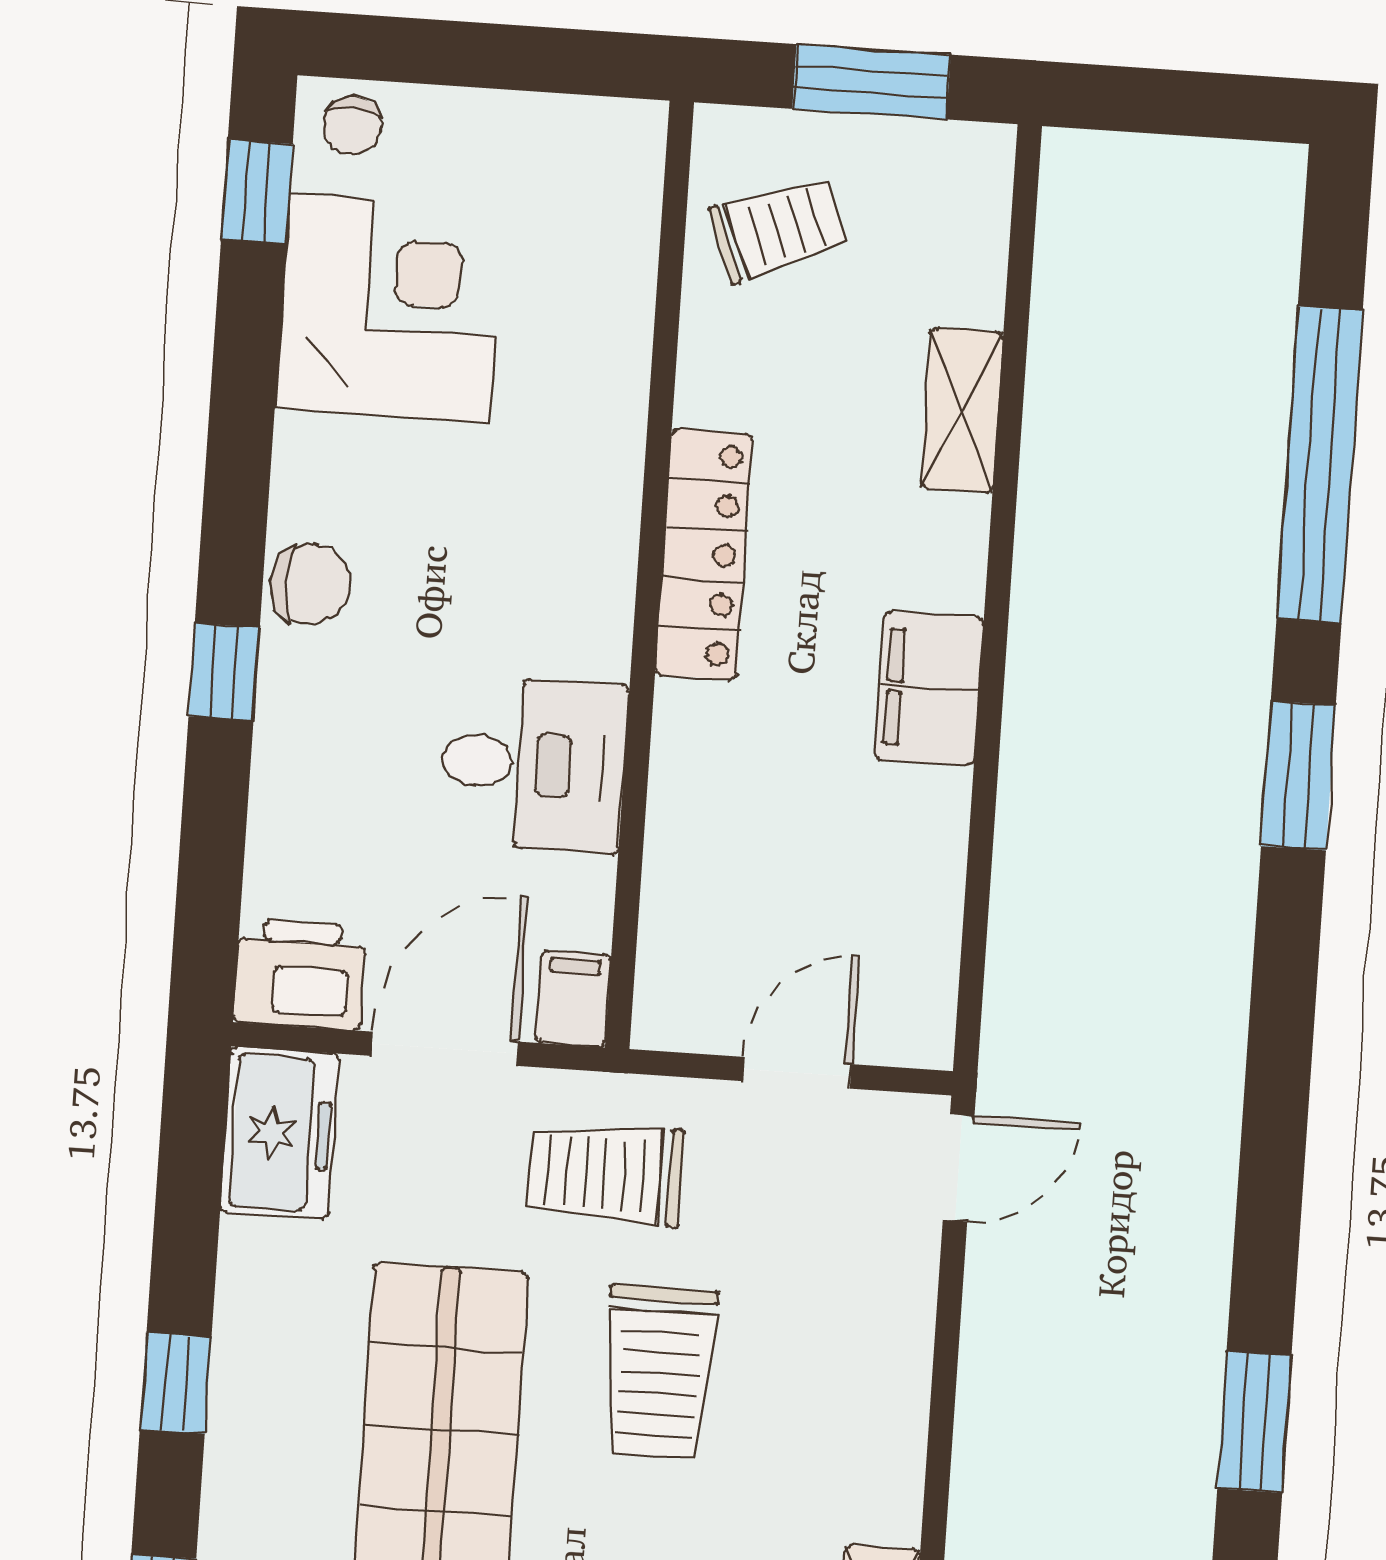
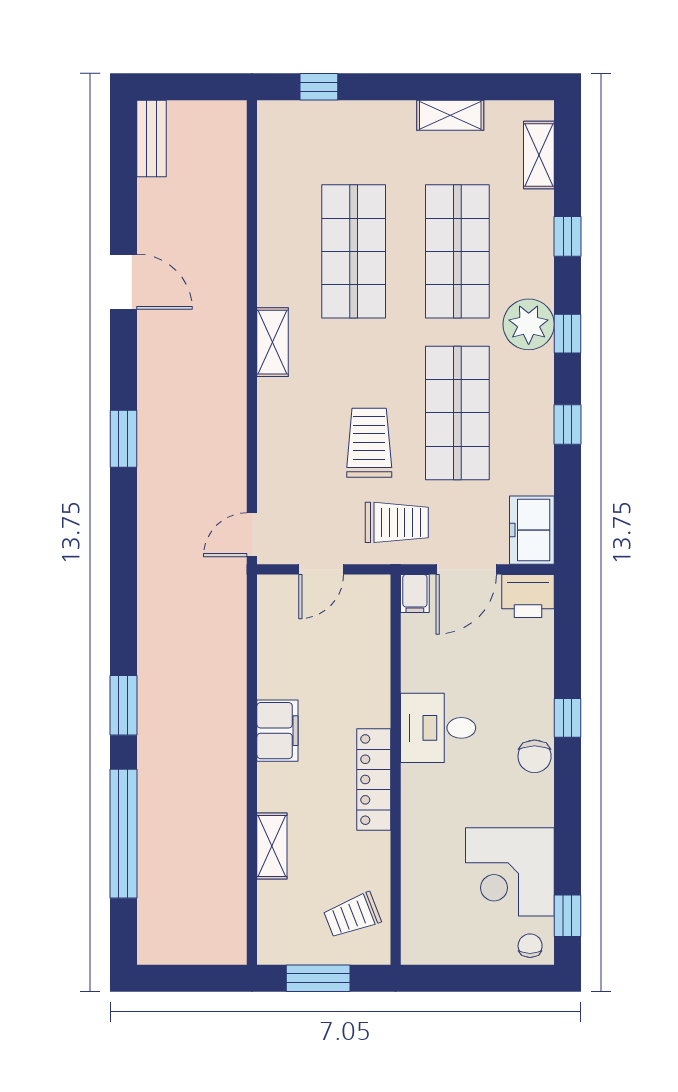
chair: (310, 584) -> (535, 756), turned -90
desk: (533, 764) -> (438, 728), moved

